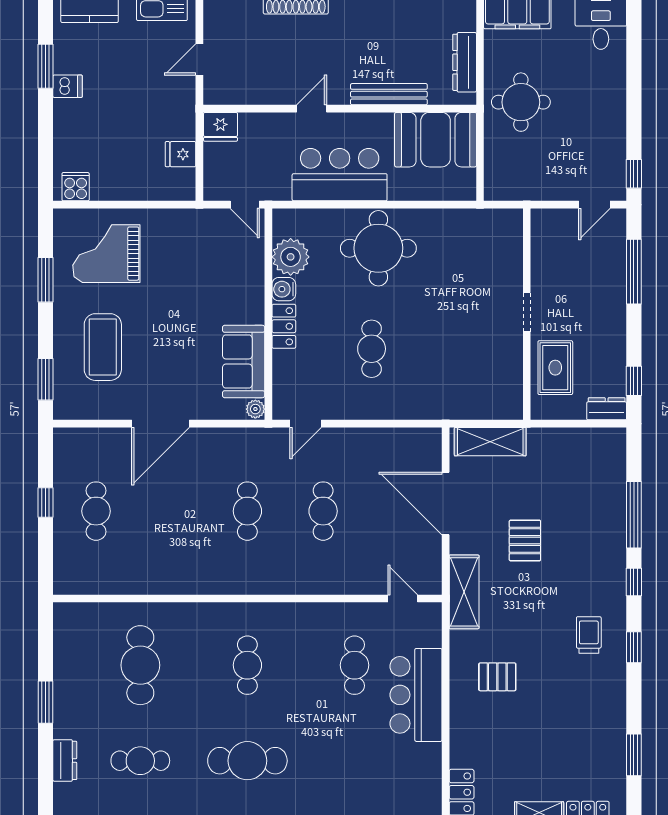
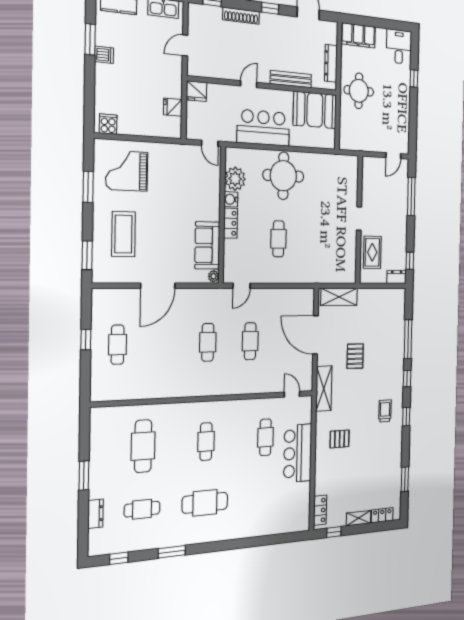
window: (634, 174) -> (414, 78), moved

